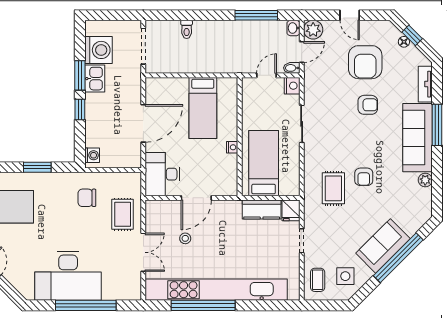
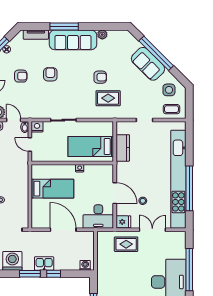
armchair: (365, 62) -> (21, 76), width x0.53, depth x0.53
kitchen sink: (95, 79) -> (44, 264), moved
chair: (87, 198) -> (115, 269), removed
fridge: (291, 210) -> (123, 222), moved

